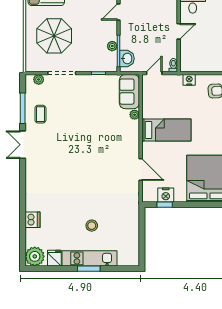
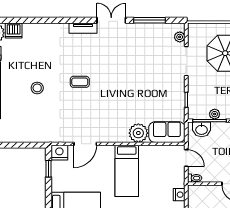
coffee table: (40, 114) -> (80, 82), moved
plant: (135, 115) -> (138, 133), width x1.87, depth x1.87
tv unit: (30, 172) -> (83, 28), added
nightstand: (166, 195) -> (59, 153), moved, turned 90
dishwasher: (32, 220) -> (14, 31), moved
stool: (92, 226) -> (37, 88), moved

